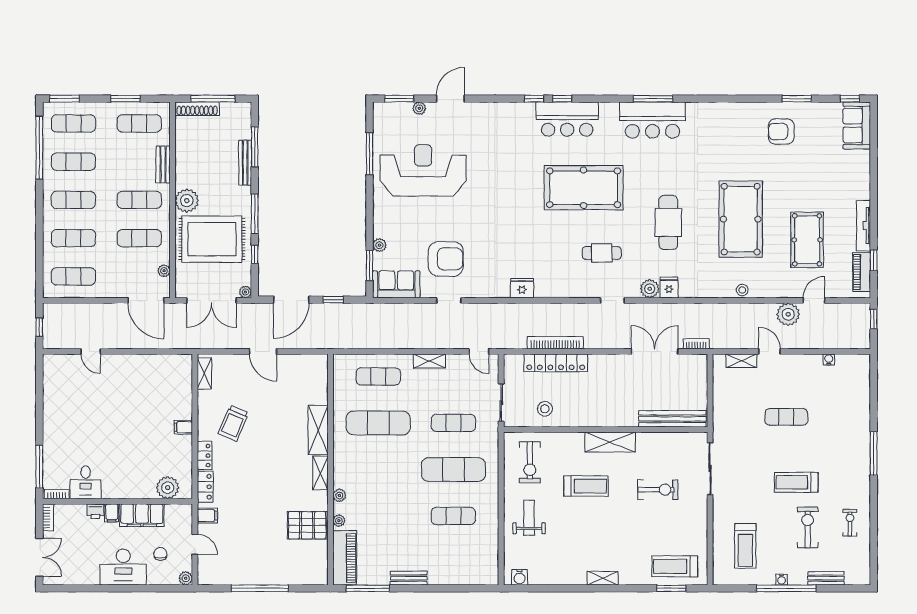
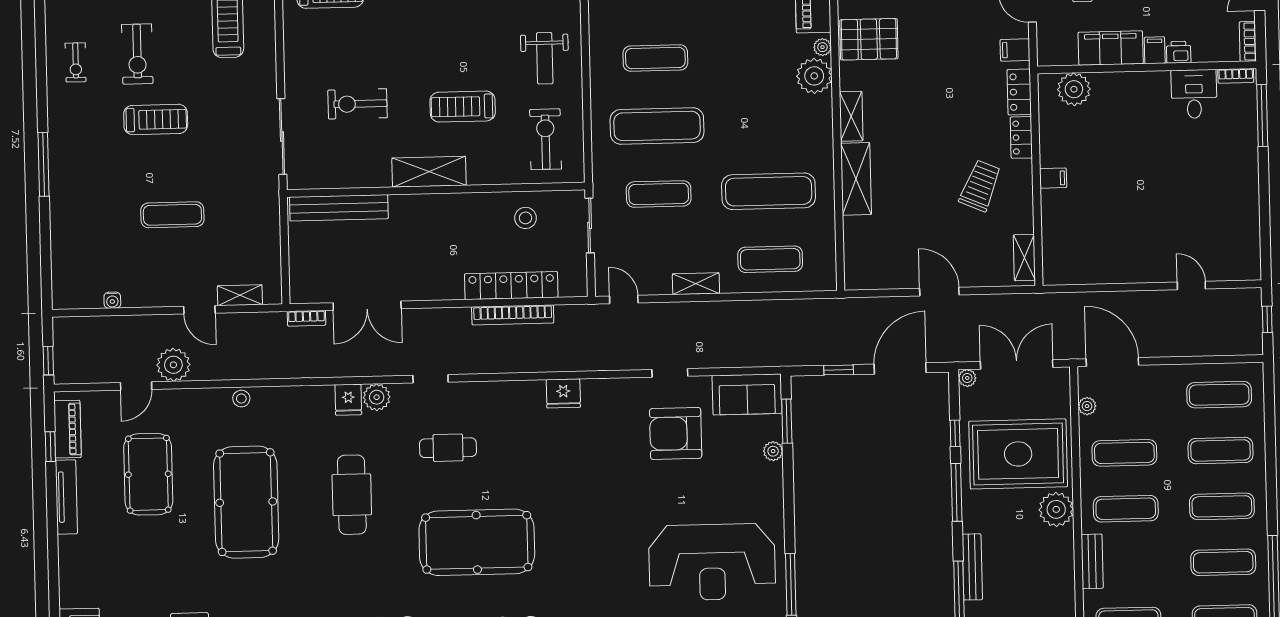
plant: (339, 495) -> (814, 76), width x1.87, depth x1.87

